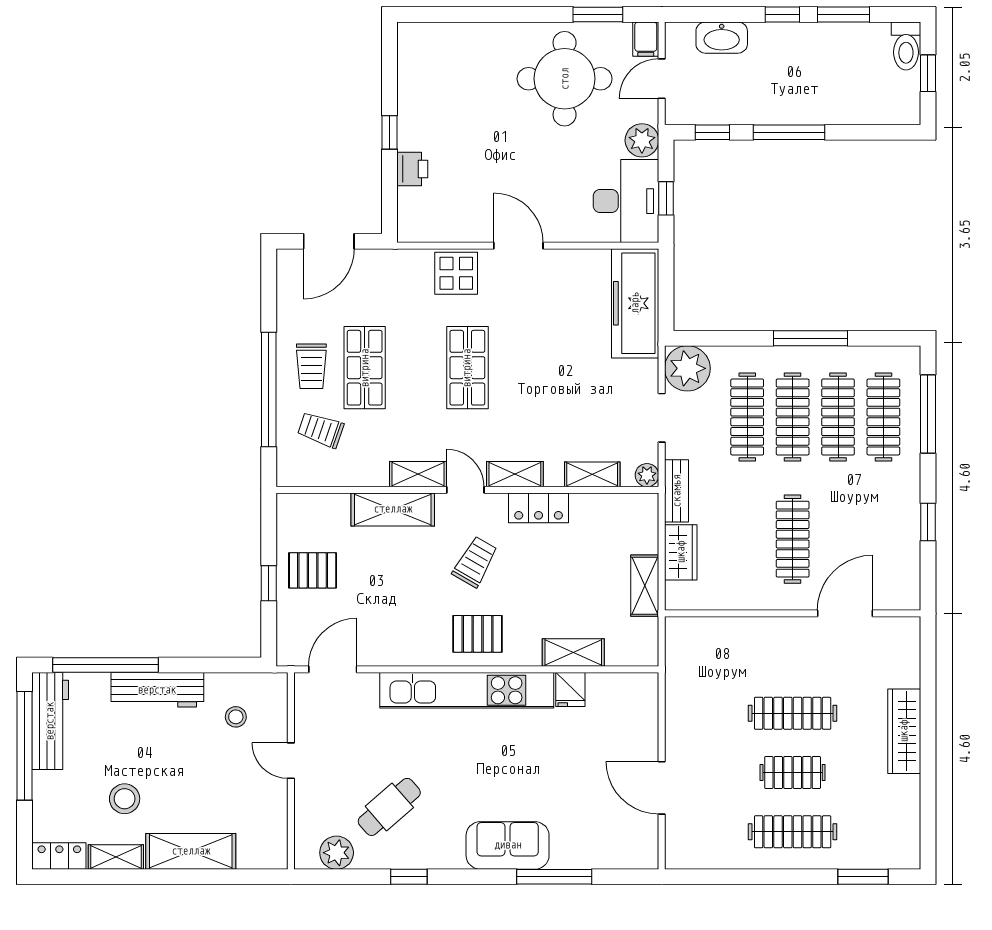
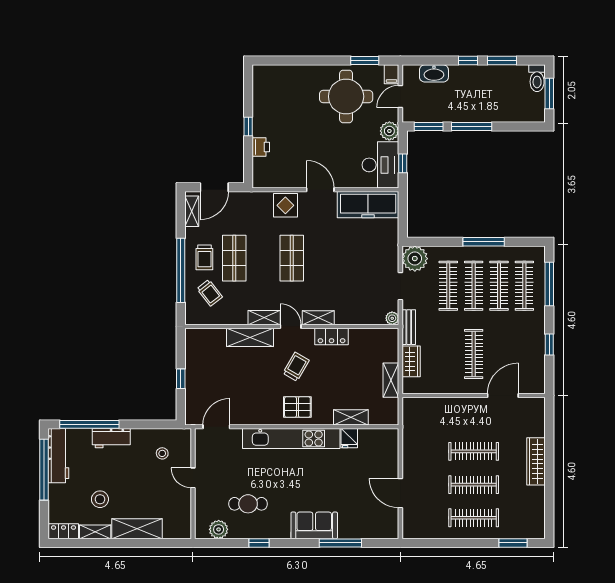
window: (928, 73) -> (549, 93), width x1.50
window: (712, 132) -> (429, 126), width x1.50
freezer: (635, 303) -> (368, 205), moved, turned -90
trolley: (321, 430) -> (210, 293), turned -147
shelving: (592, 474) -> (192, 211), moved, turned 90
pallet: (313, 570) -> (205, 372), removed
workbench: (157, 690) -> (111, 438), width x0.73
clothes rail: (793, 773) -> (474, 485), width x1.36
cafe table: (389, 807) -> (248, 504), turned 41

